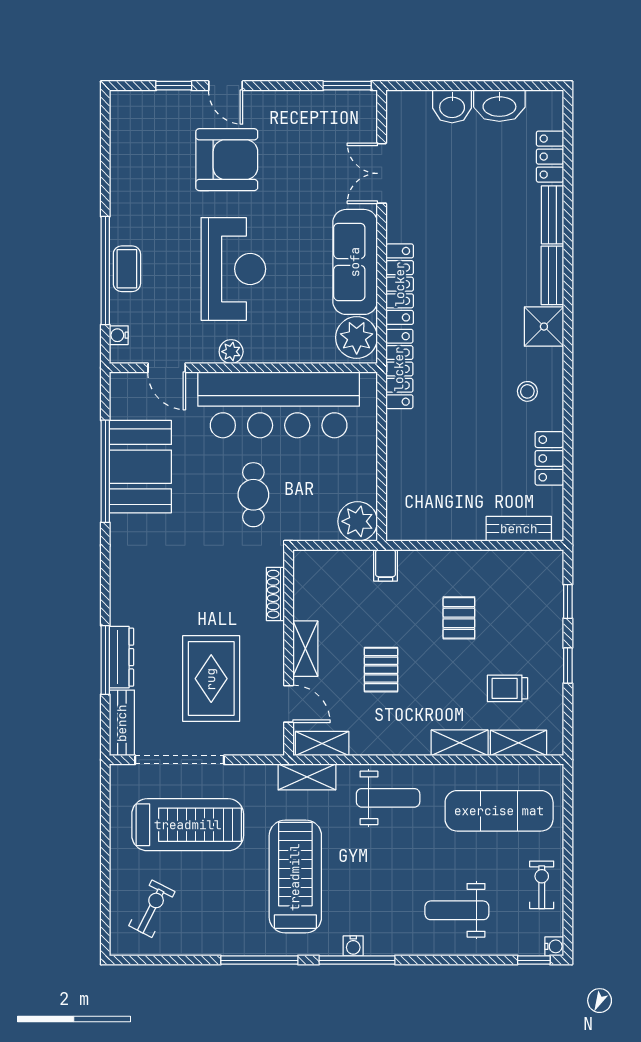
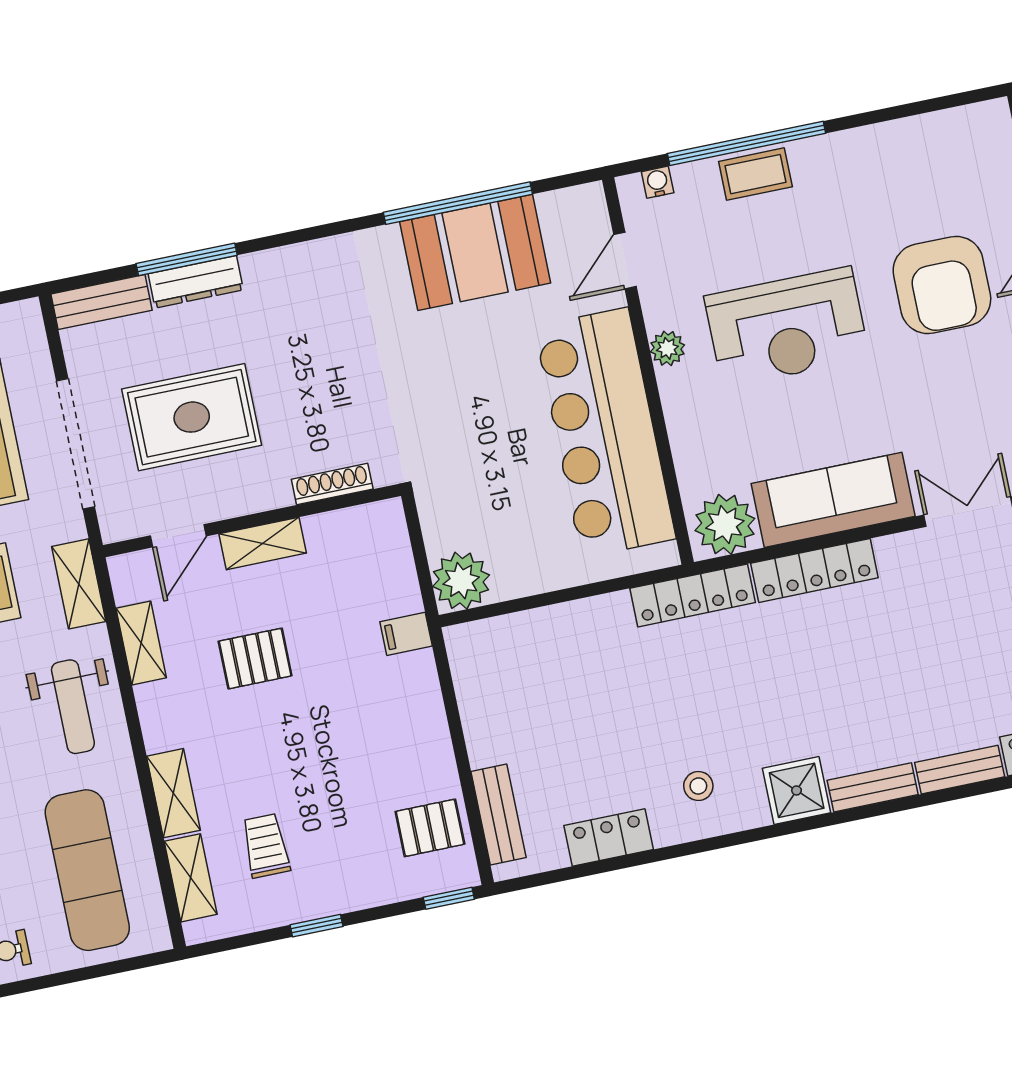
cafe table: (253, 495) -> (468, 423), removed
window: (568, 601) -> (449, 898), moved
pallet: (459, 618) -> (430, 828), moved
shelving: (322, 743) -> (141, 643), moved
doorway: (180, 760) -> (75, 444), moved

